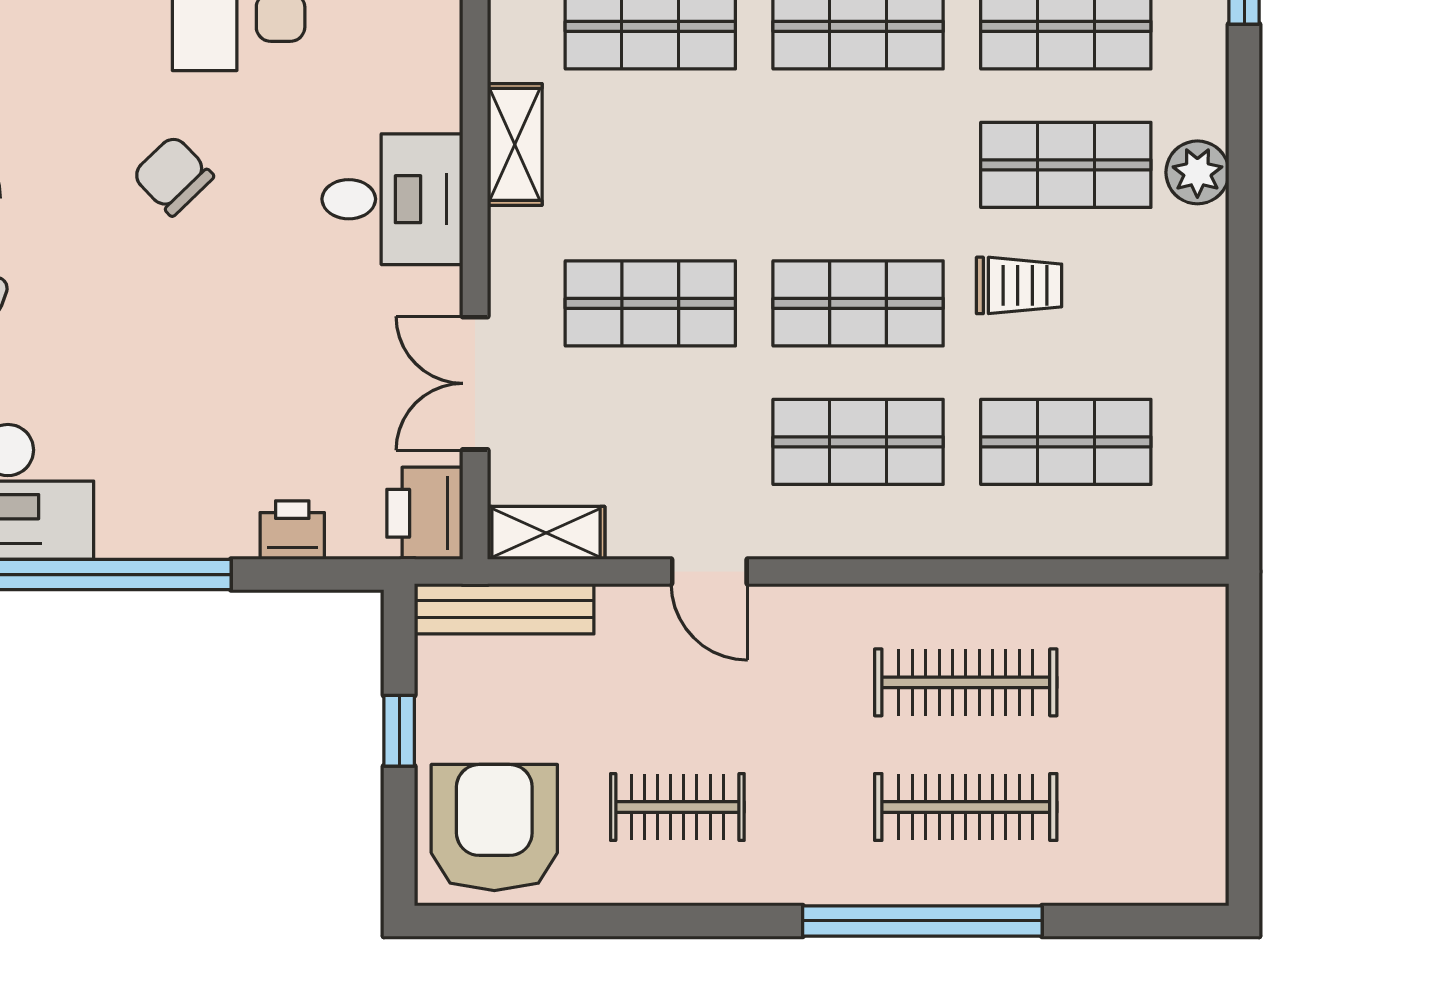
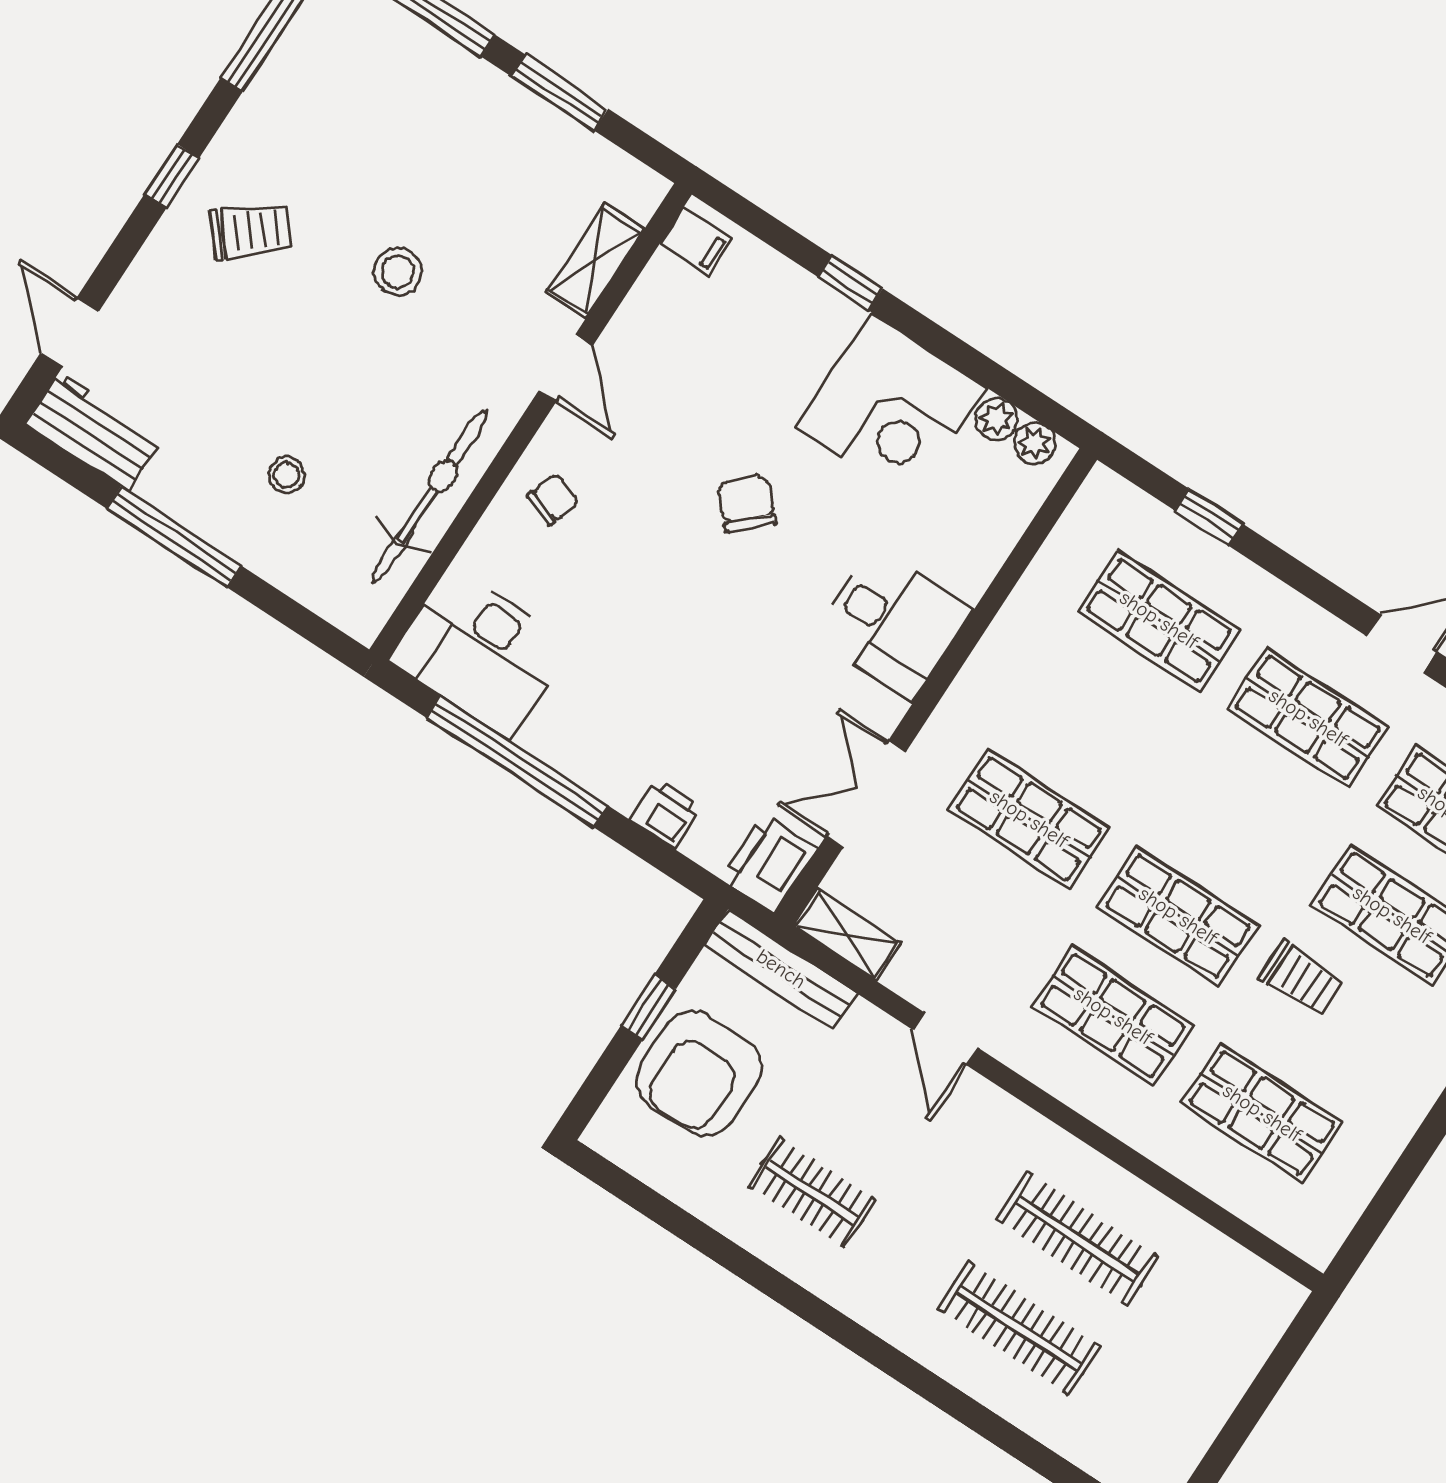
shelving: (515, 144) -> (1006, 641), removed
armchair: (494, 828) -> (699, 1074), moved, turned 180
window: (922, 921) -> (934, 1389), removed

